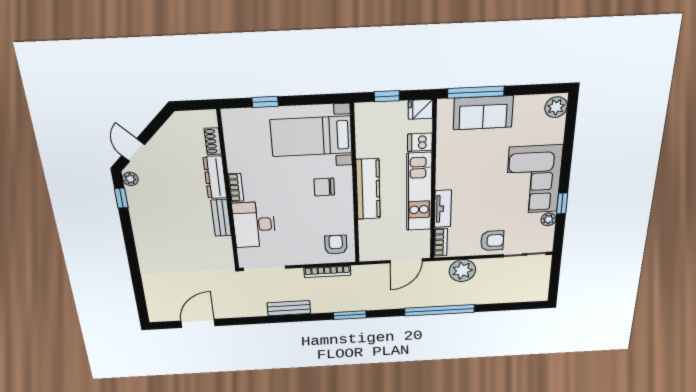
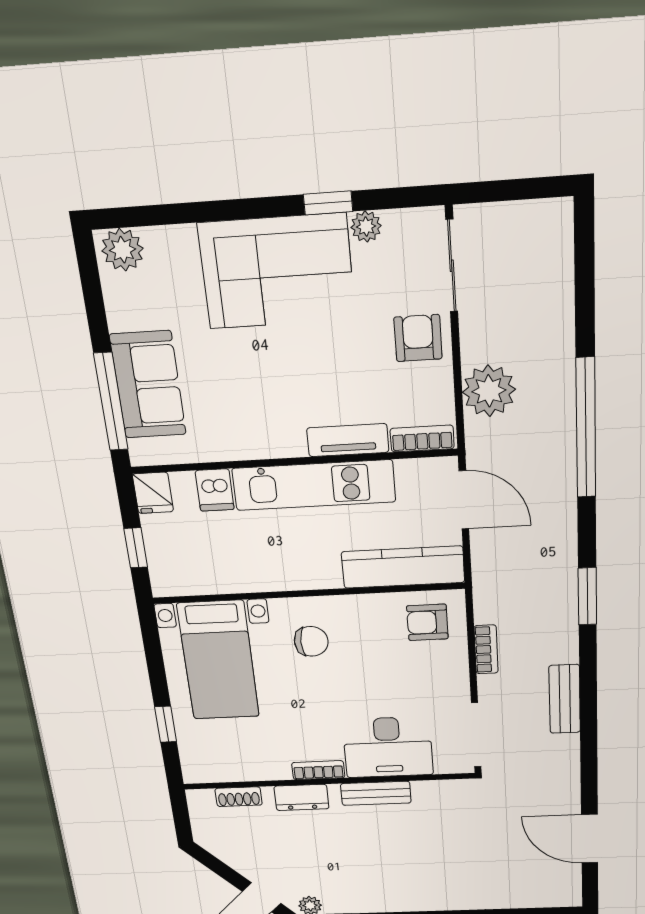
dresser: (215, 177) -> (301, 798), width x0.70
chair: (324, 187) -> (311, 641), turned -90
kitchen counter: (368, 189) -> (403, 567), moved
bookcase: (327, 272) -> (486, 649), width x0.64

